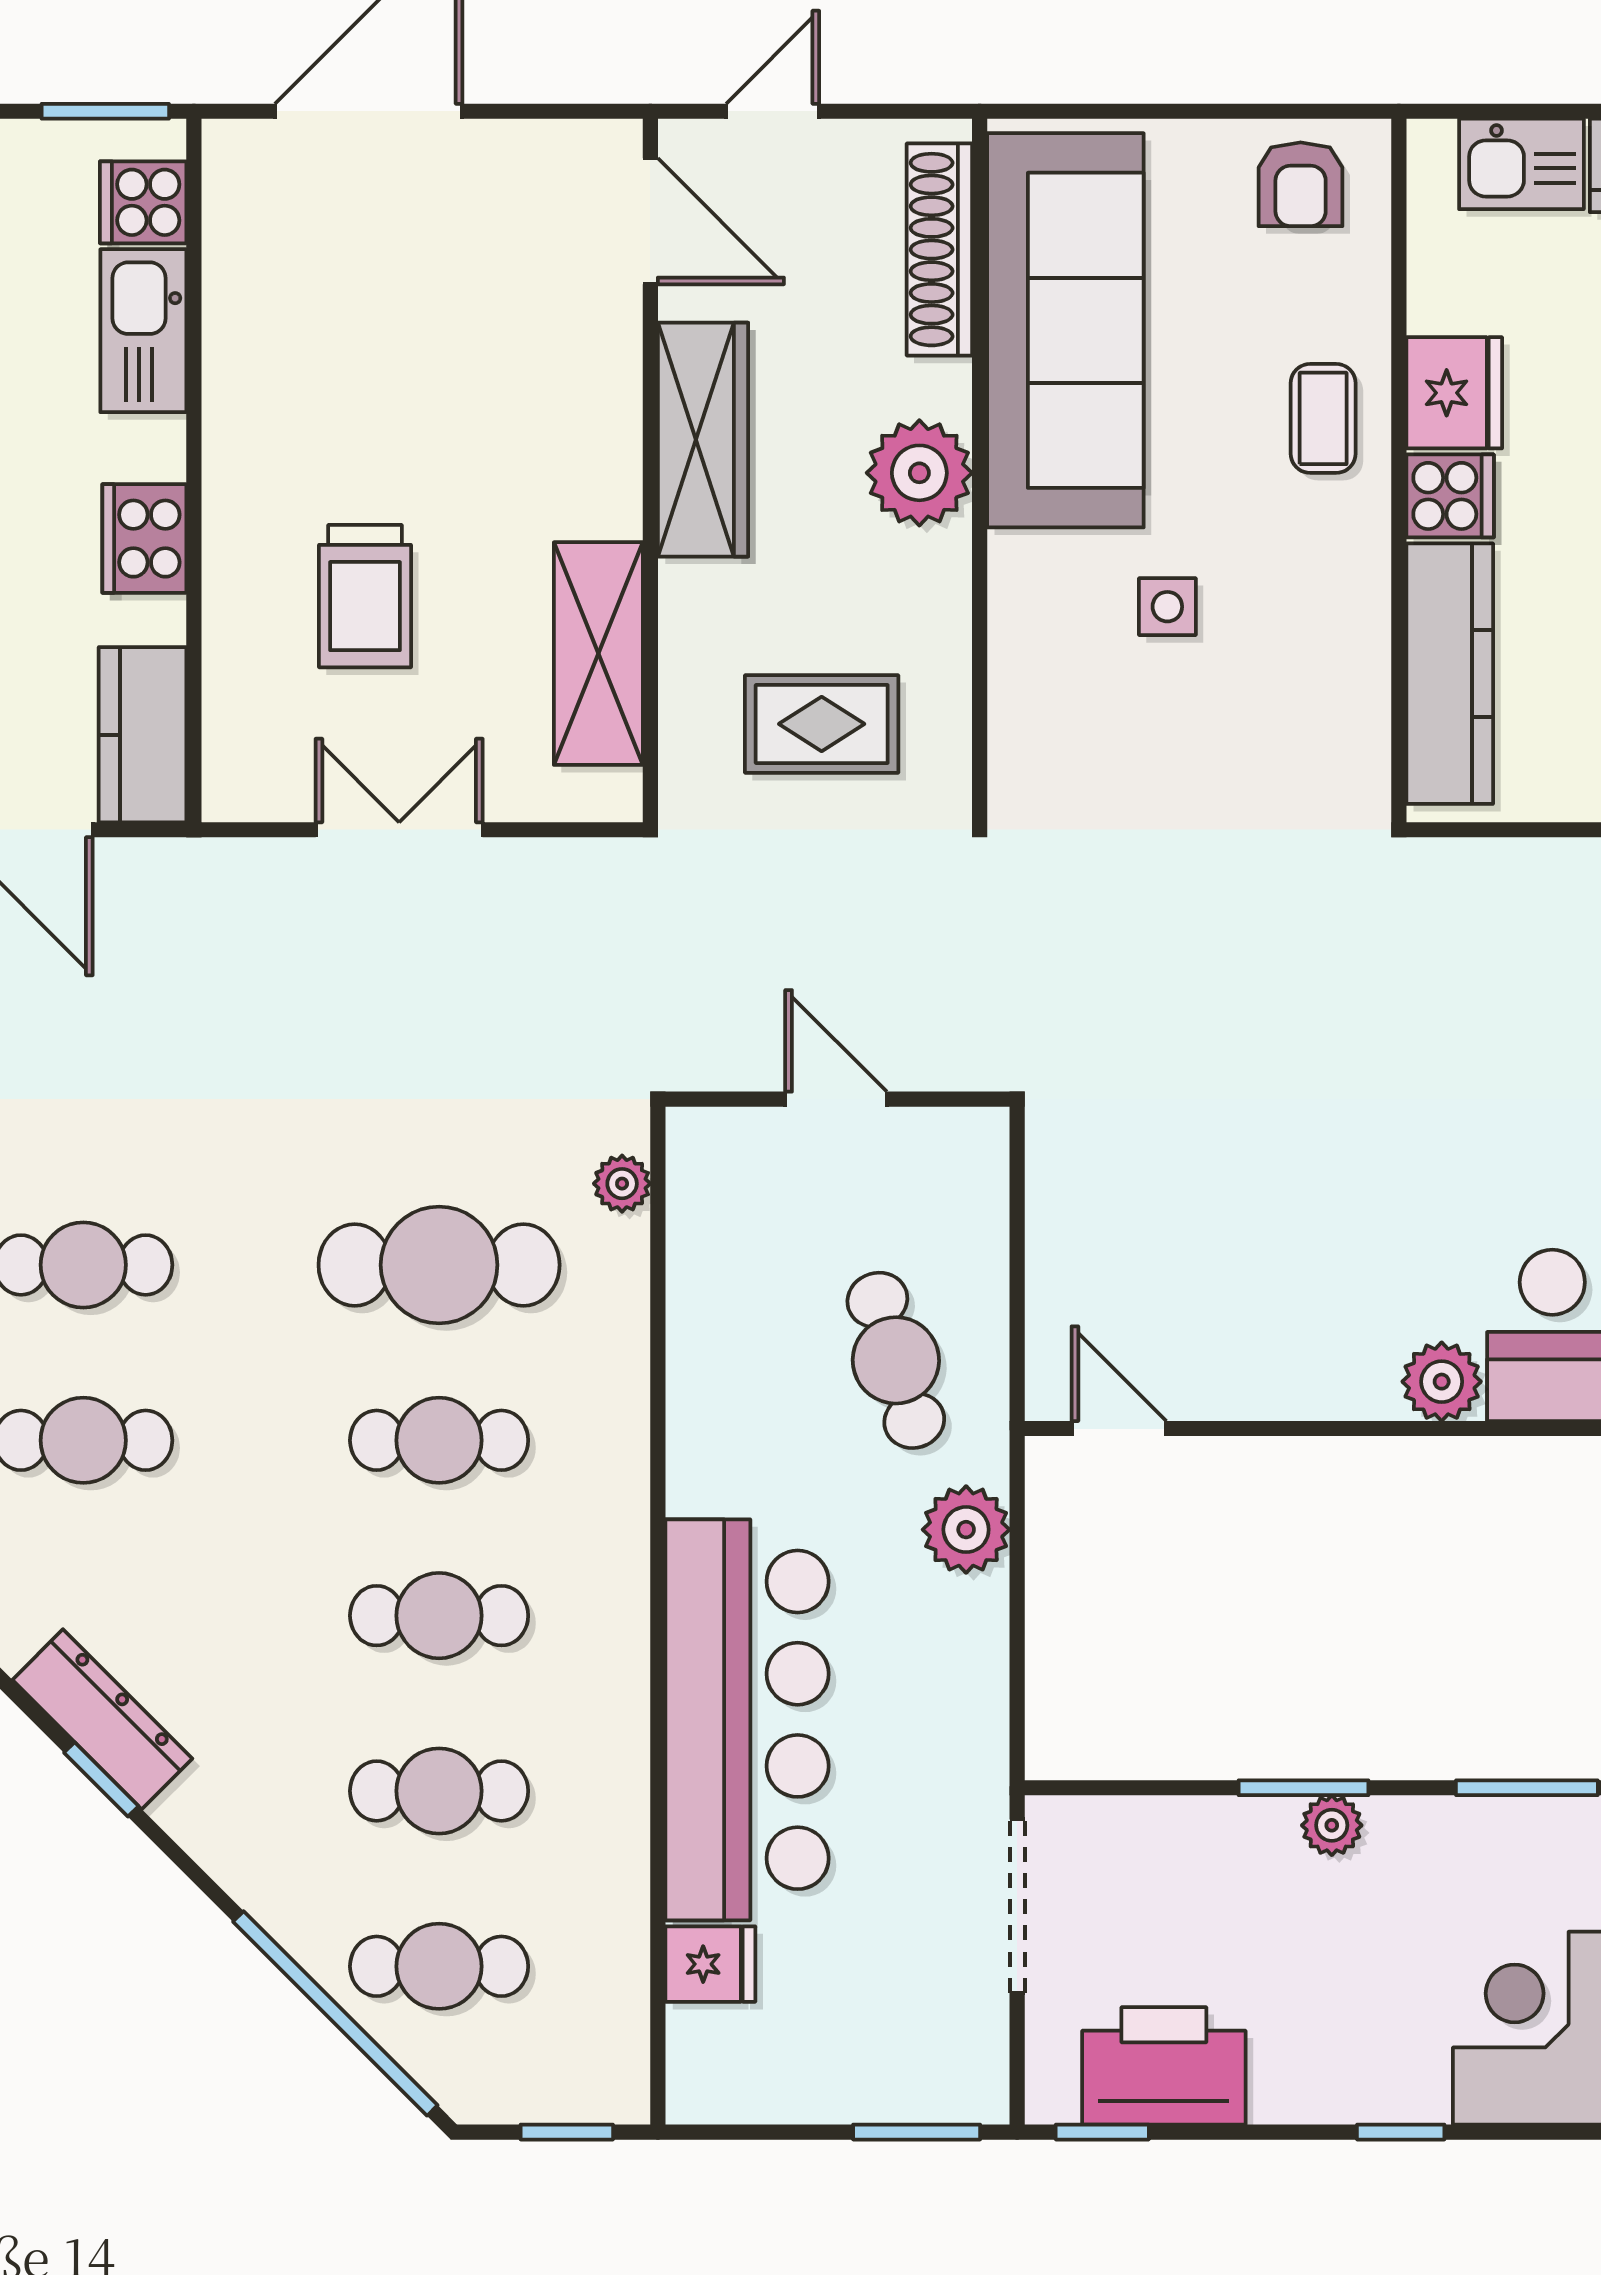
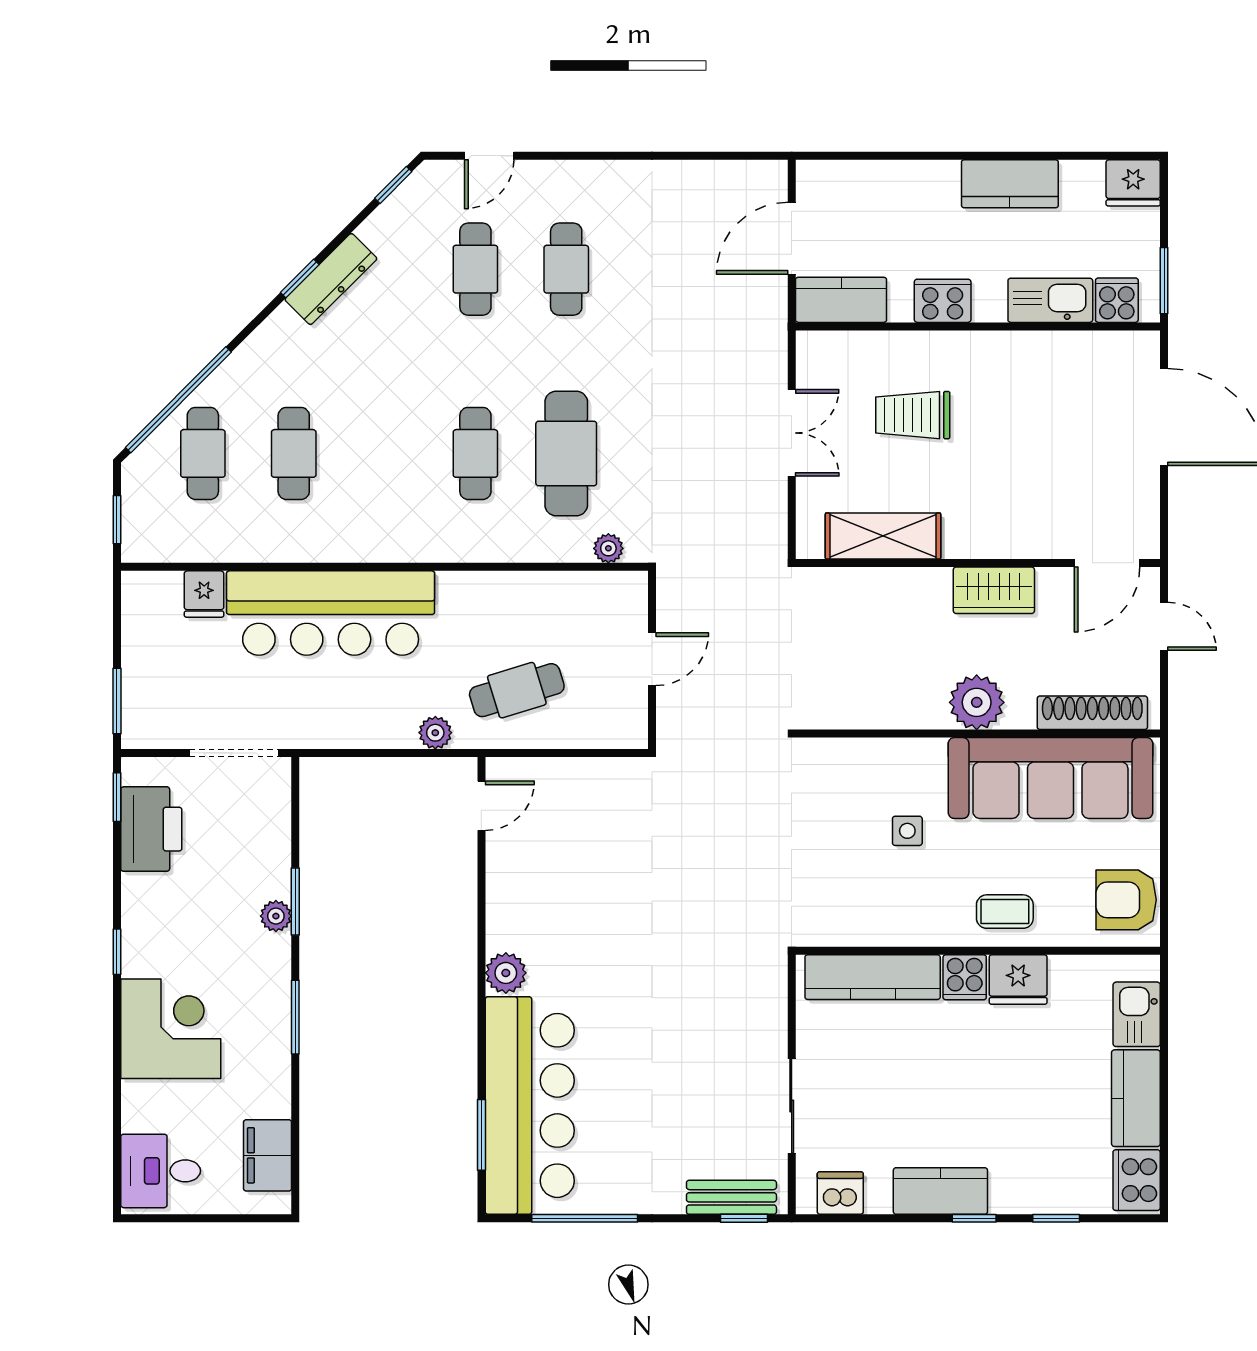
armchair: (1301, 184) -> (1126, 900), width x1.38, depth x1.38
wardrobe: (703, 440) -> (994, 590), width x0.67
rug: (822, 724) -> (847, 652), removed
plant: (966, 1530) -> (435, 733), width x0.73, depth x0.73
cafe table: (439, 1616) -> (385, 453), removed

